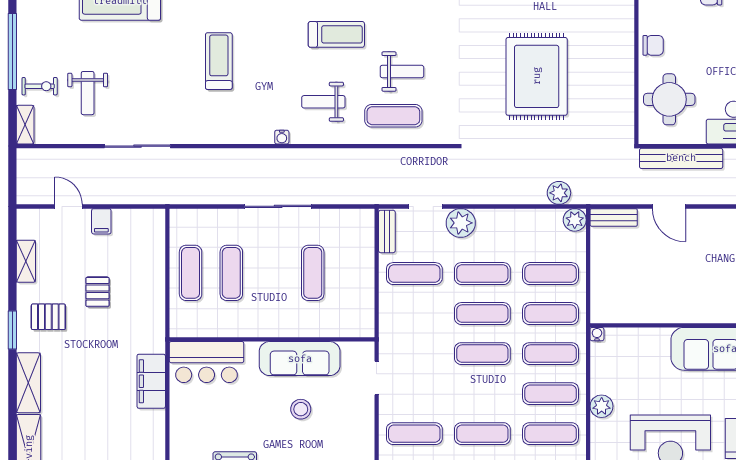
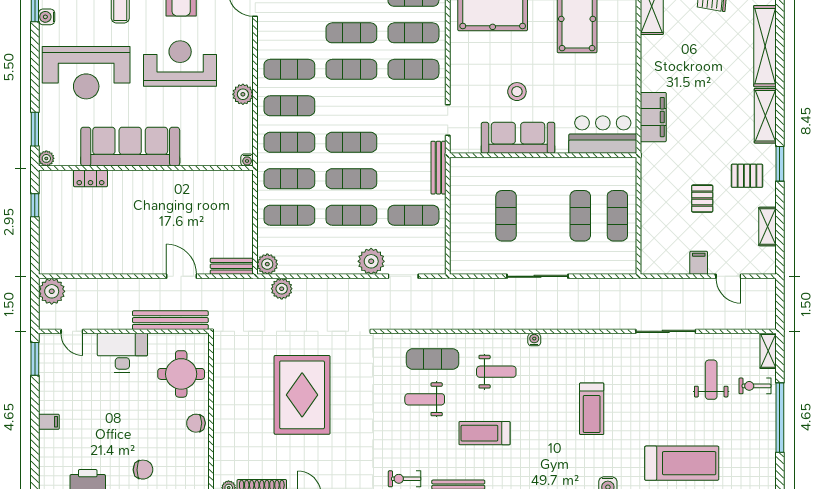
bench: (387, 231) -> (438, 168), moved, width x1.36

